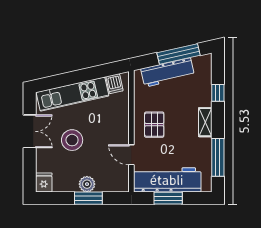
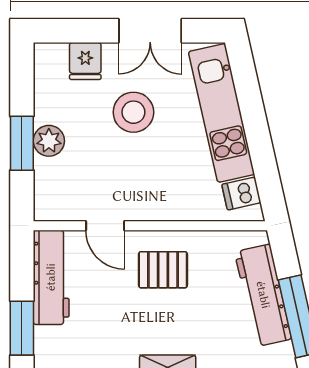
door: (131, 155) -> (105, 226), swing flipped
workbench: (167, 180) -> (51, 277), width x0.73, depth x0.76
fridge: (44, 182) -> (85, 61), moved, turned 90
window: (168, 198) -> (22, 328), moved

